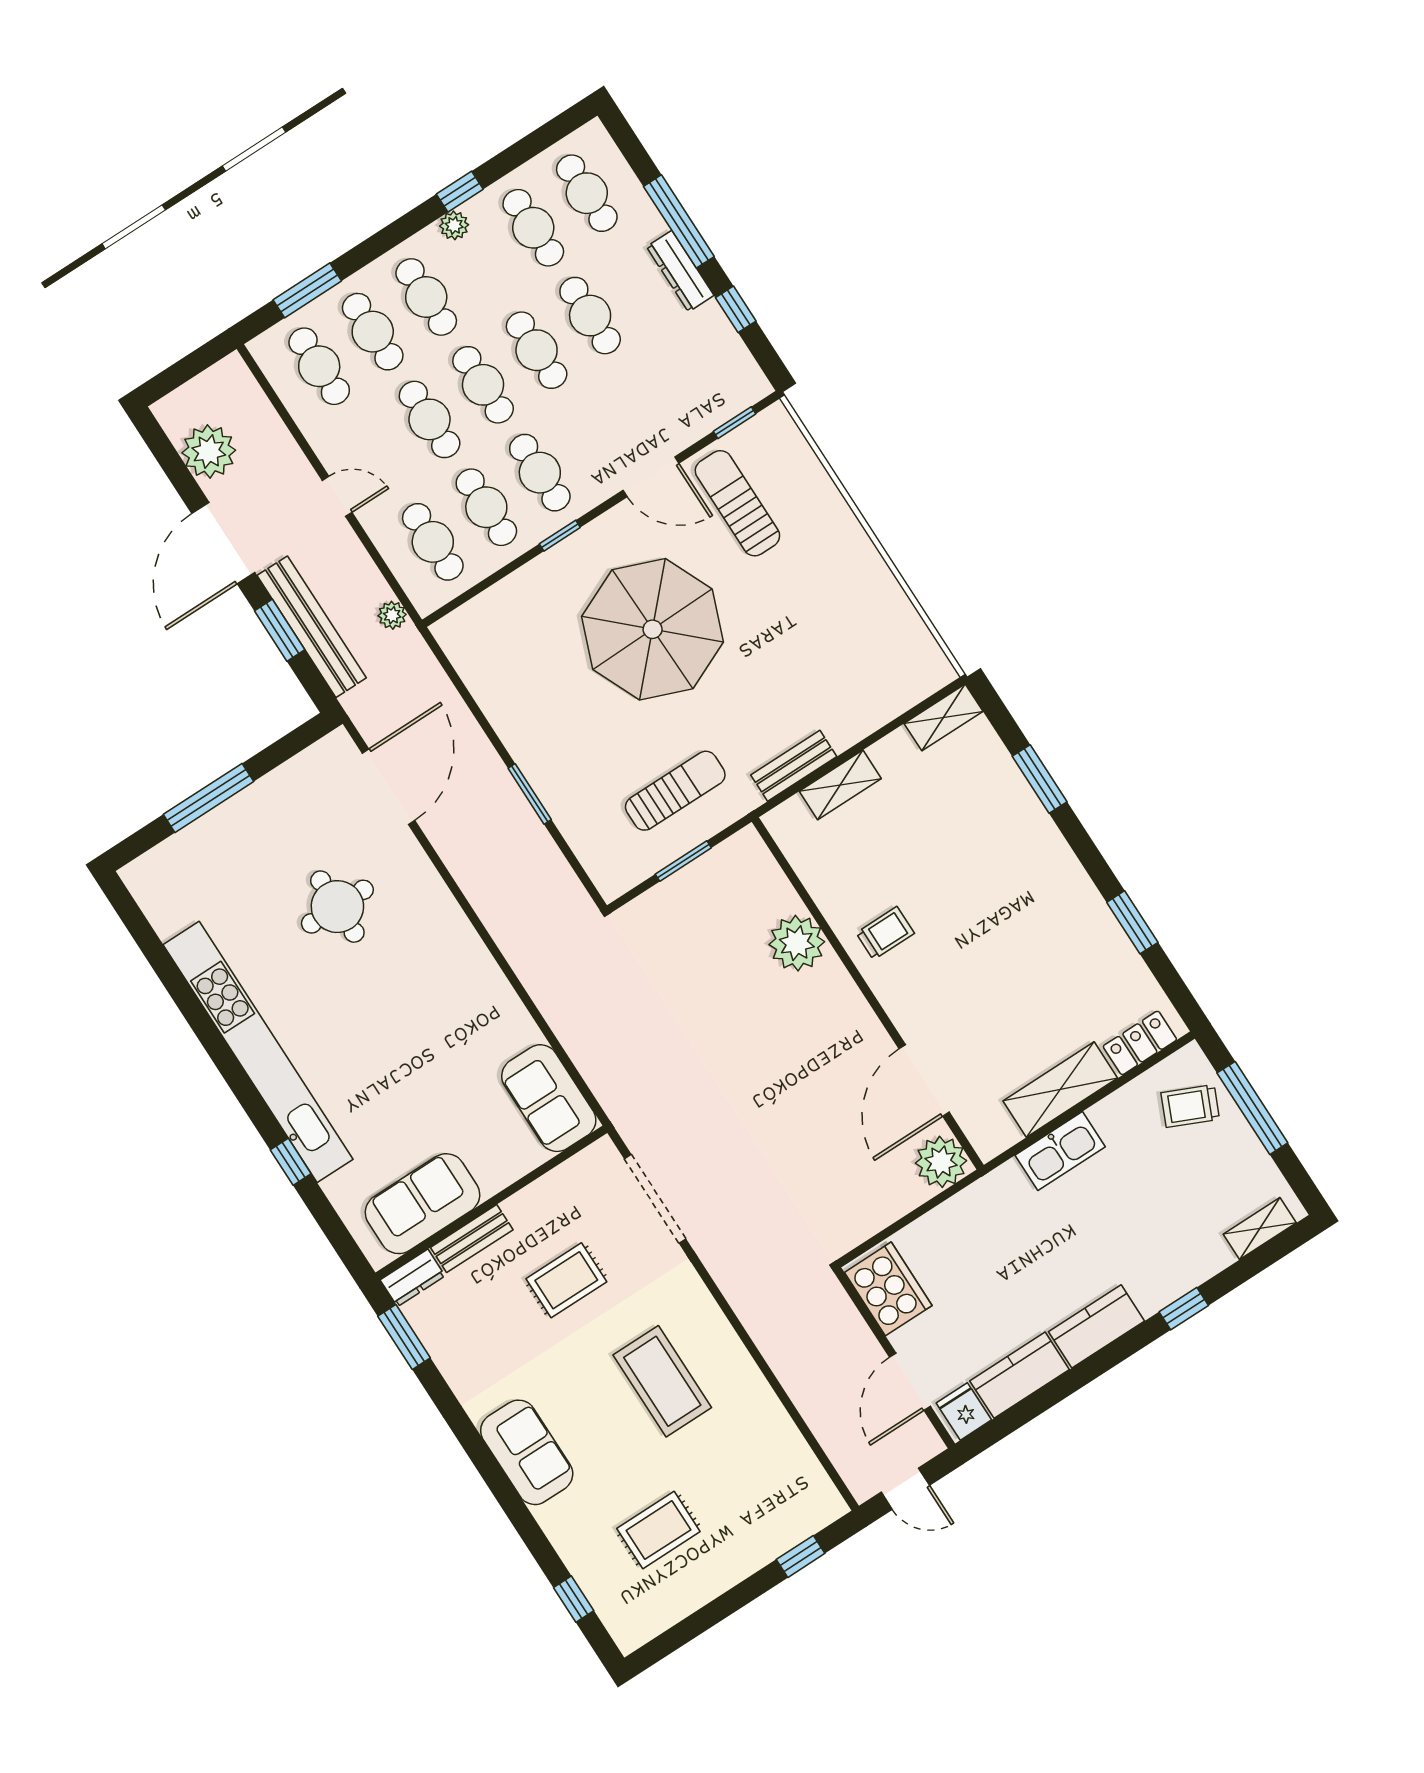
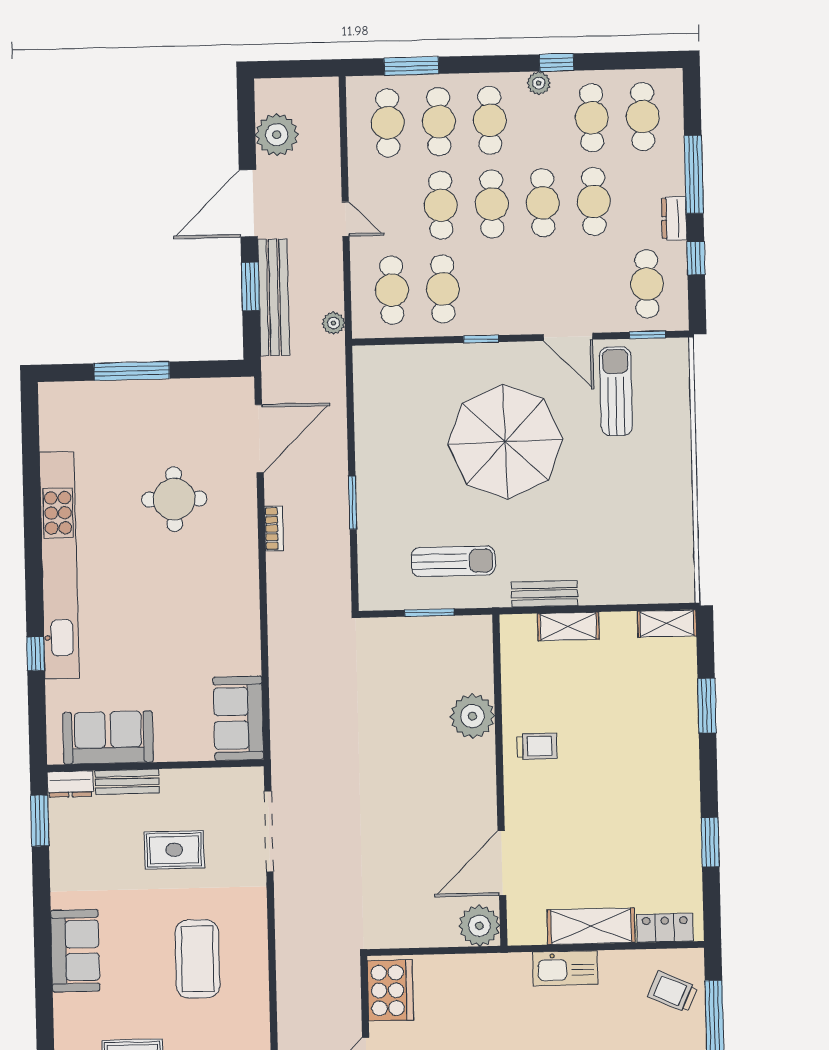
dresser: (680, 271) -> (674, 218), width x0.70
cafe table: (540, 473) -> (647, 284), moved
bookcase: (463, 873) -> (274, 528), added

